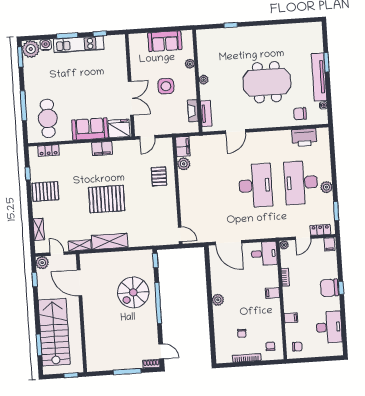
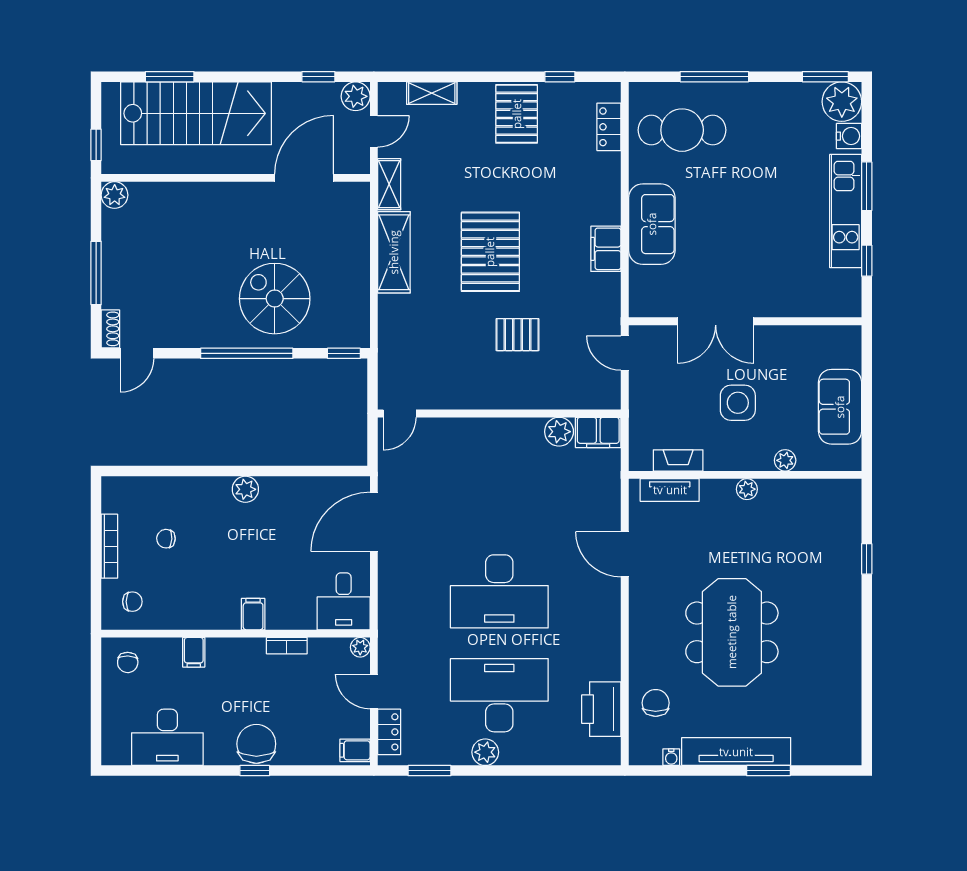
fridge: (119, 128) -> (649, 290), removed
pallet: (159, 176) -> (518, 335), moved
plant: (92, 366) -> (115, 195), added

